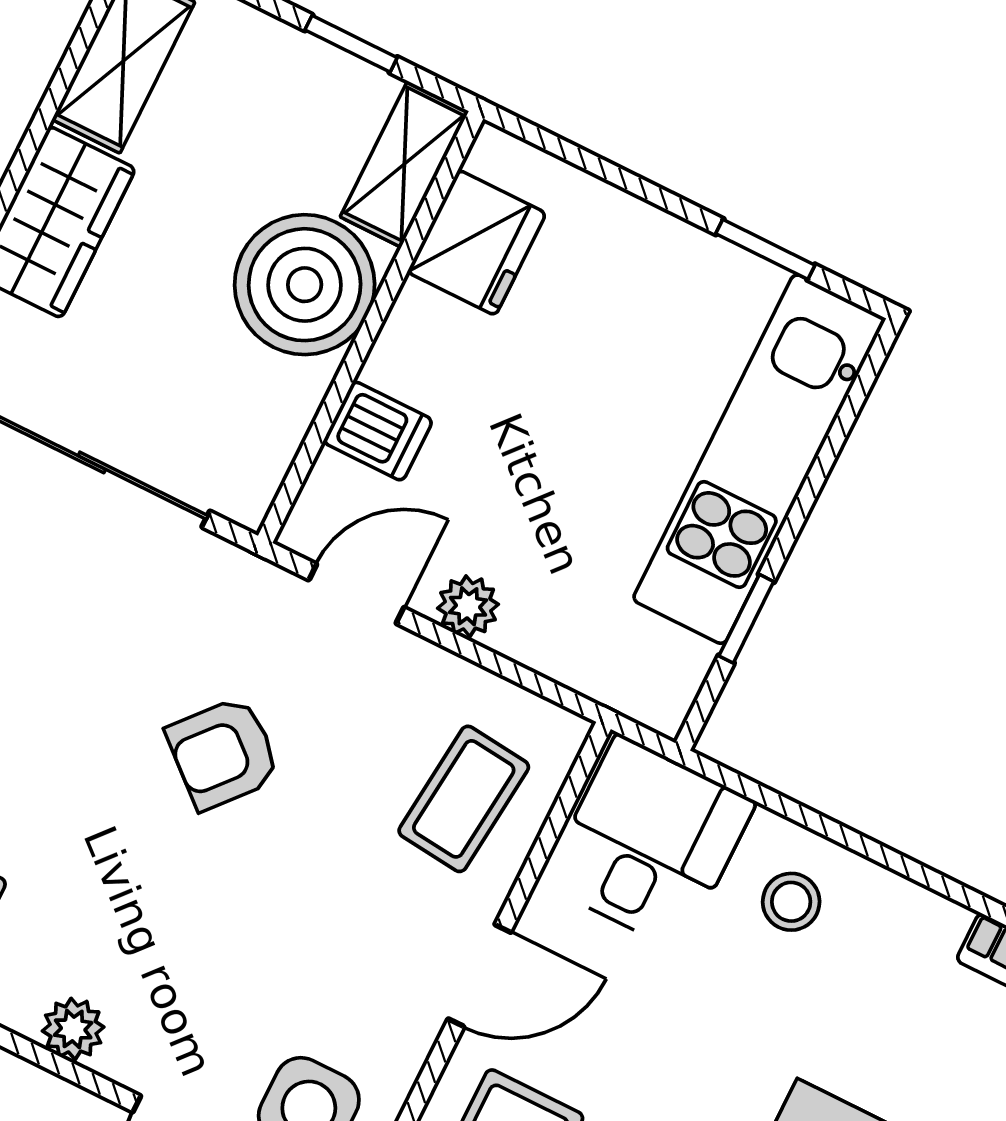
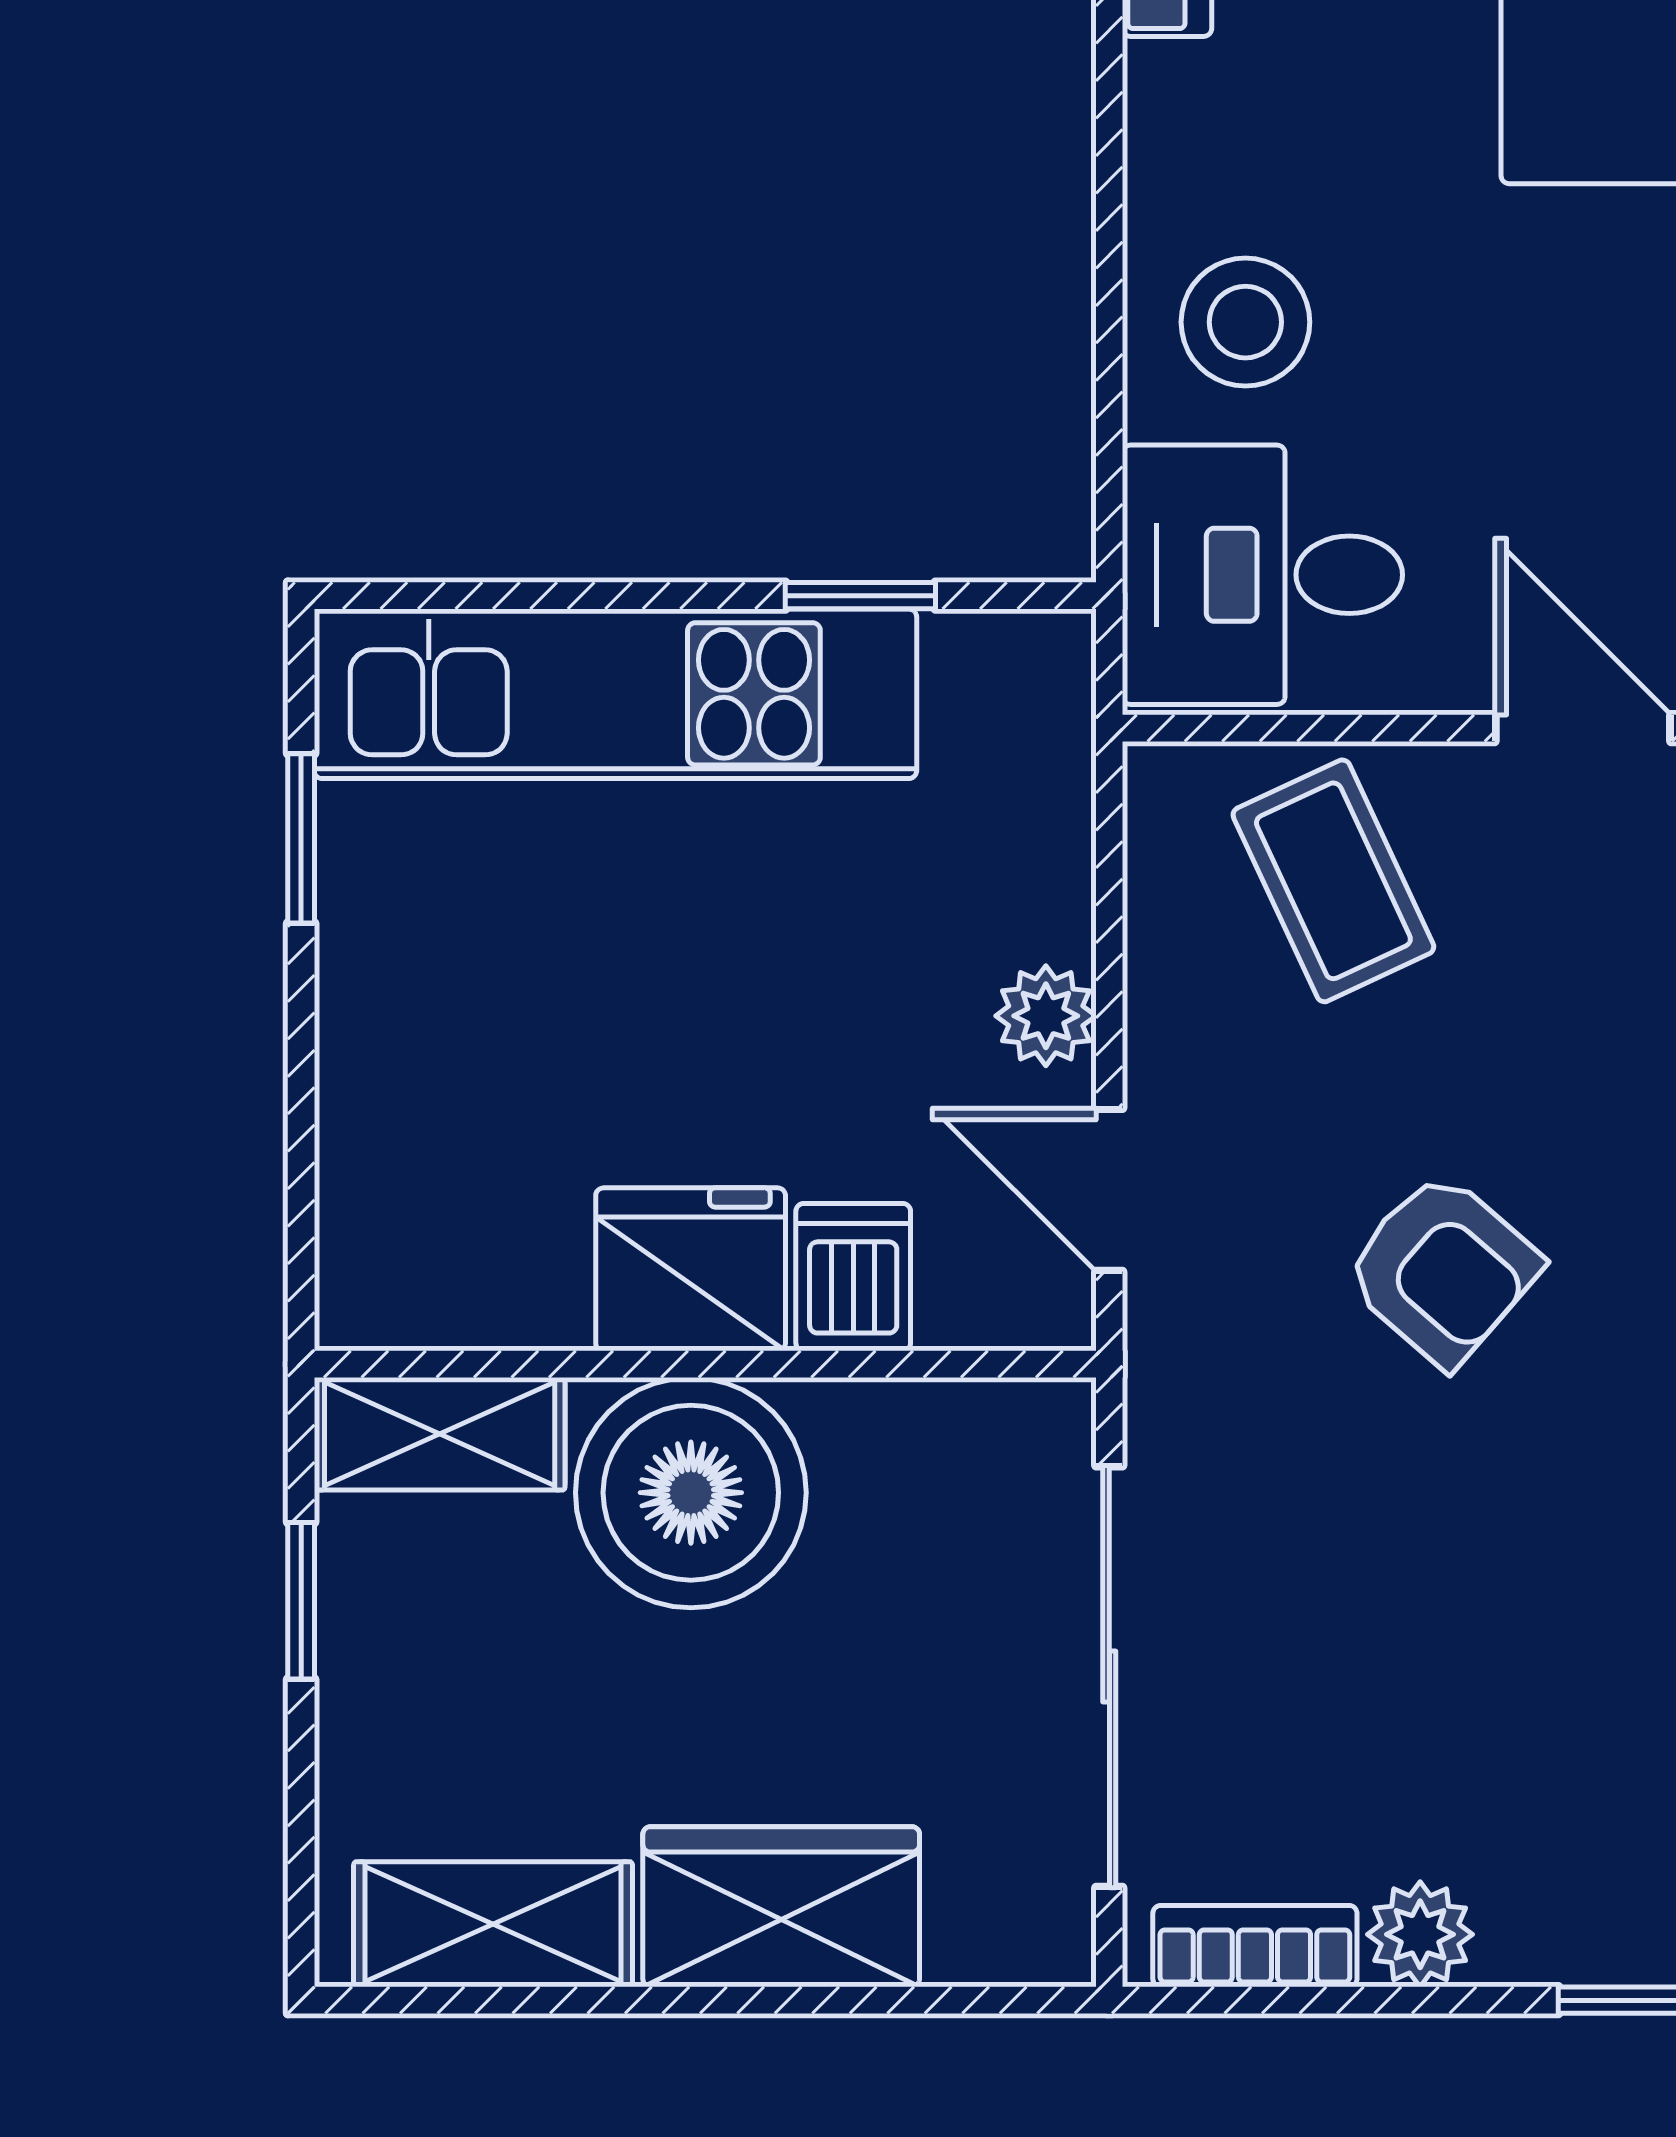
fridge: (477, 243) -> (691, 1269), moved
coffee table: (464, 799) -> (1333, 881), turned 59
stool: (791, 902) -> (1245, 322), width x1.37, depth x1.37

